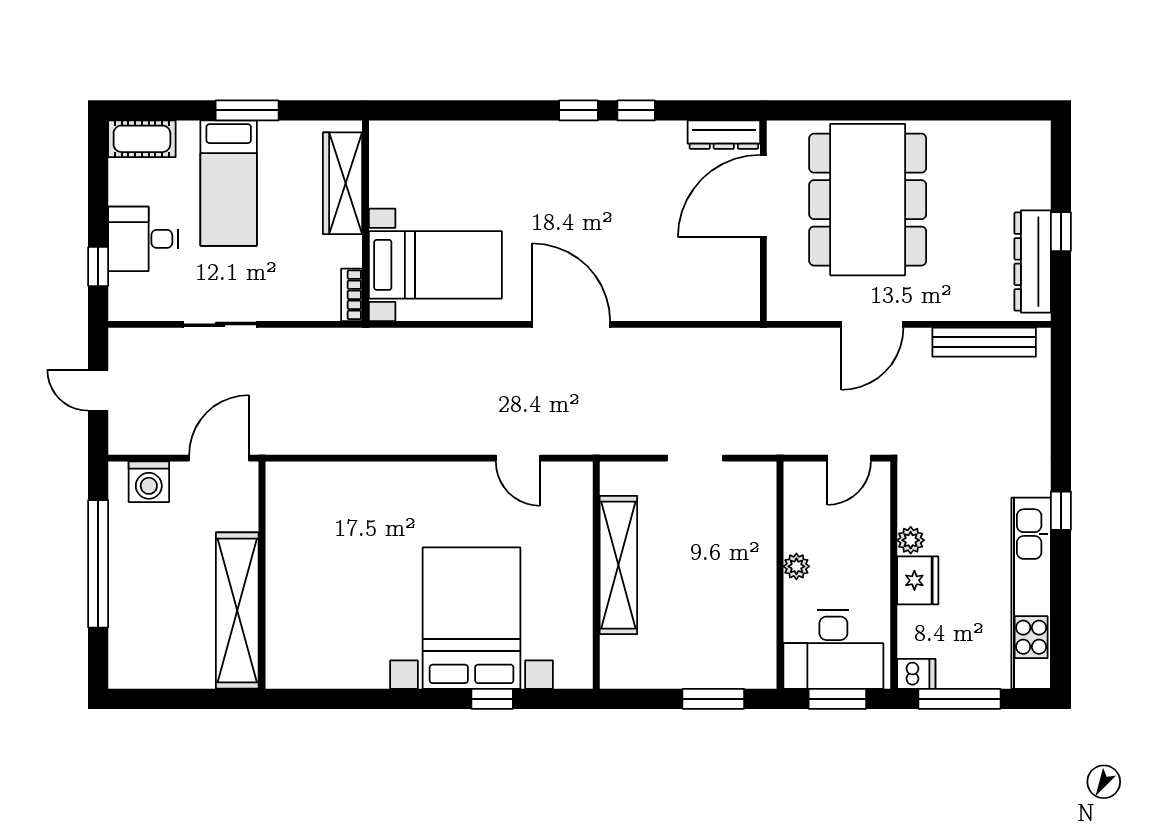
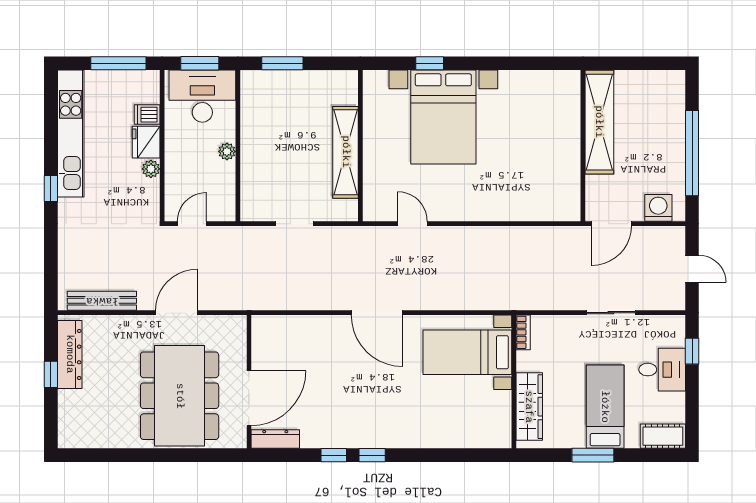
dishwasher: (916, 674) -> (147, 115), moved

